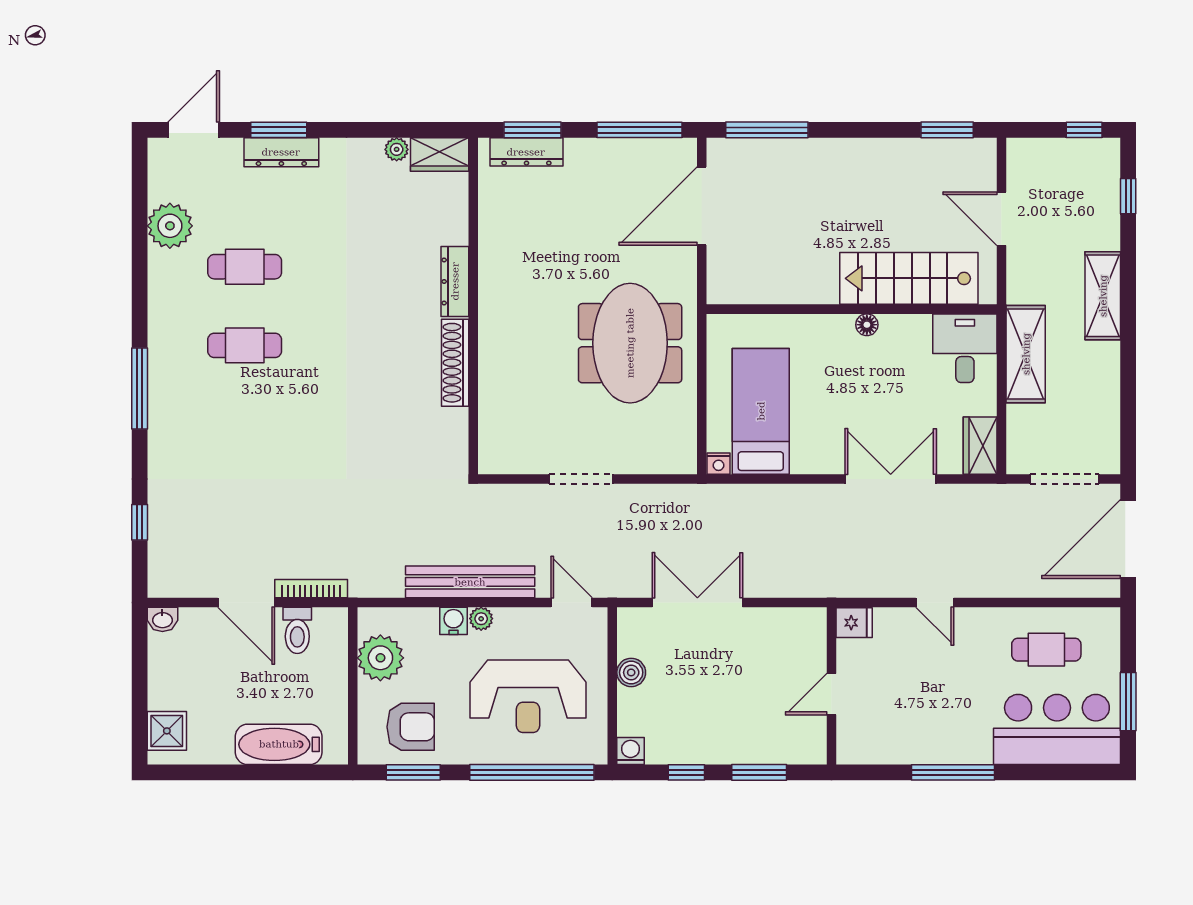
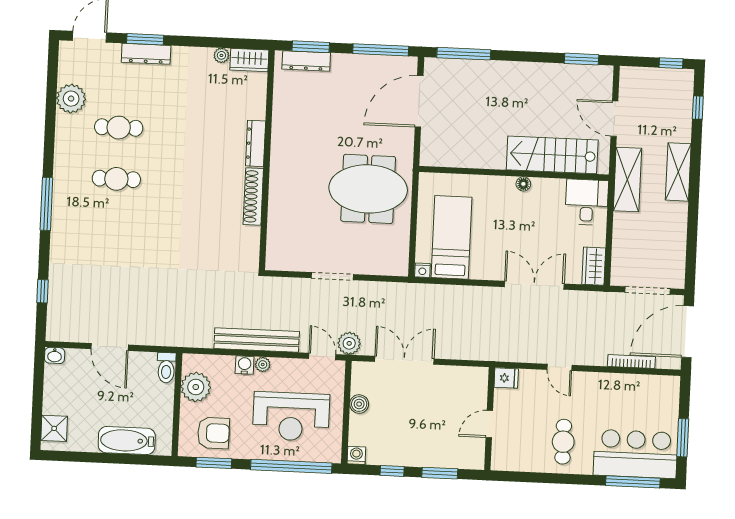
meeting table: (630, 343) -> (368, 189), turned 90
shelving: (1026, 354) -> (627, 180), moved
plant: (612, 580) -> (349, 343), added
bookcase: (311, 589) -> (631, 362), moved
toilet: (297, 630) -> (166, 368), moved
cafe table: (1046, 650) -> (563, 442), moved, turned 90
window: (953, 772) -> (633, 482), moved

